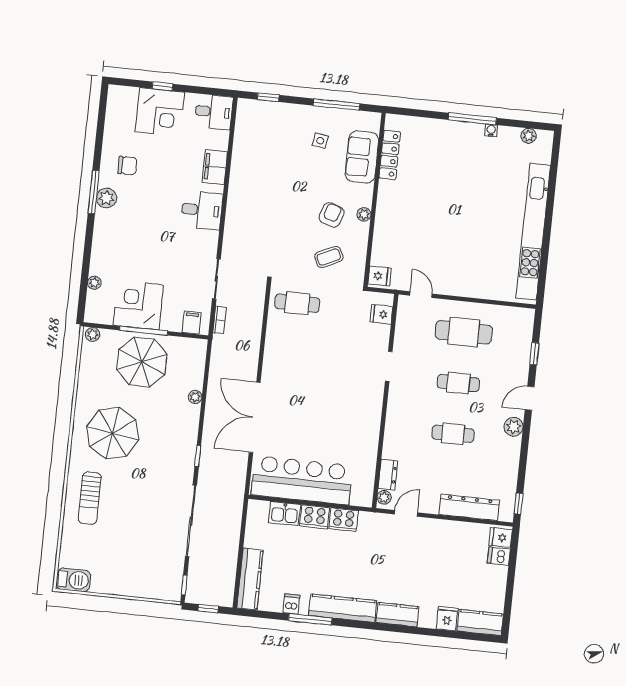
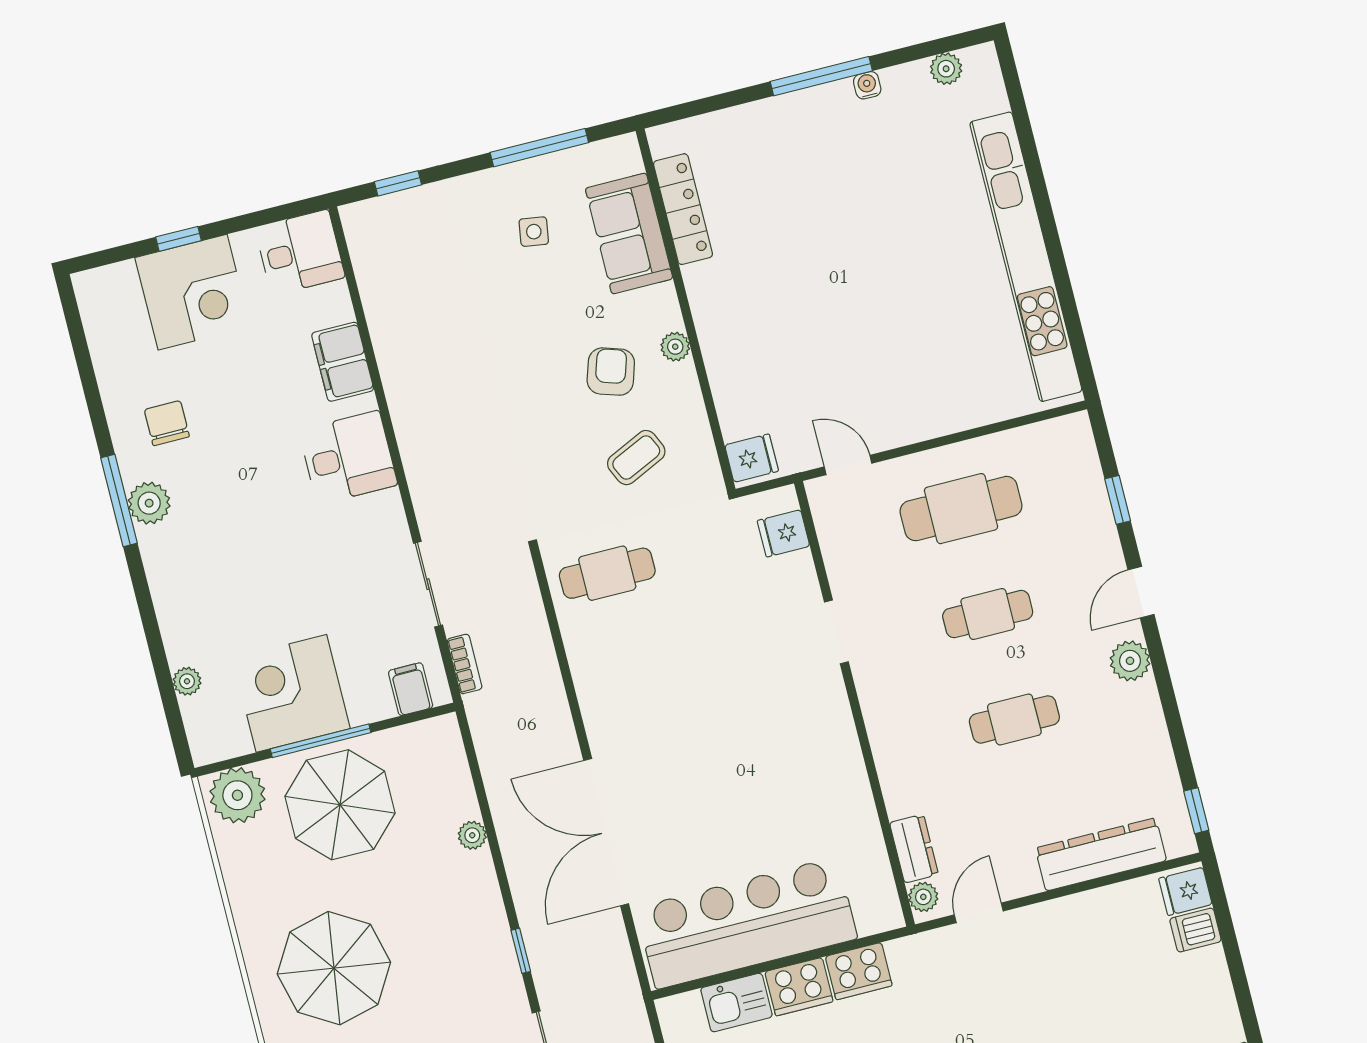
chair: (127, 166) -> (167, 423), turned -90
plant: (93, 334) -> (237, 795), width x1.88, depth x1.88

